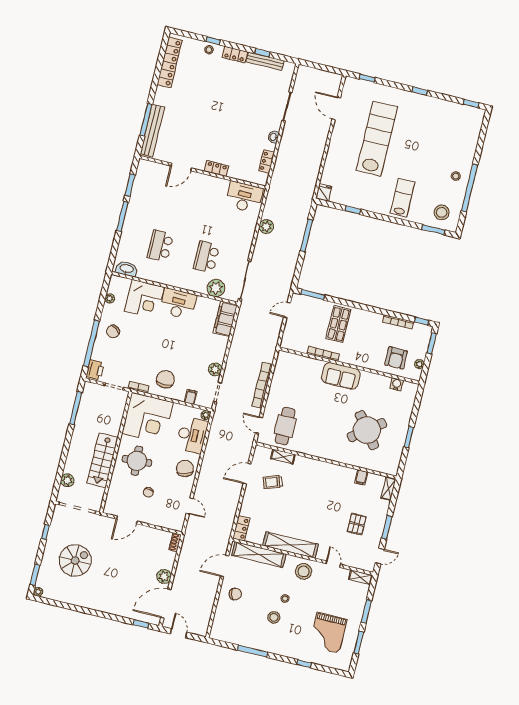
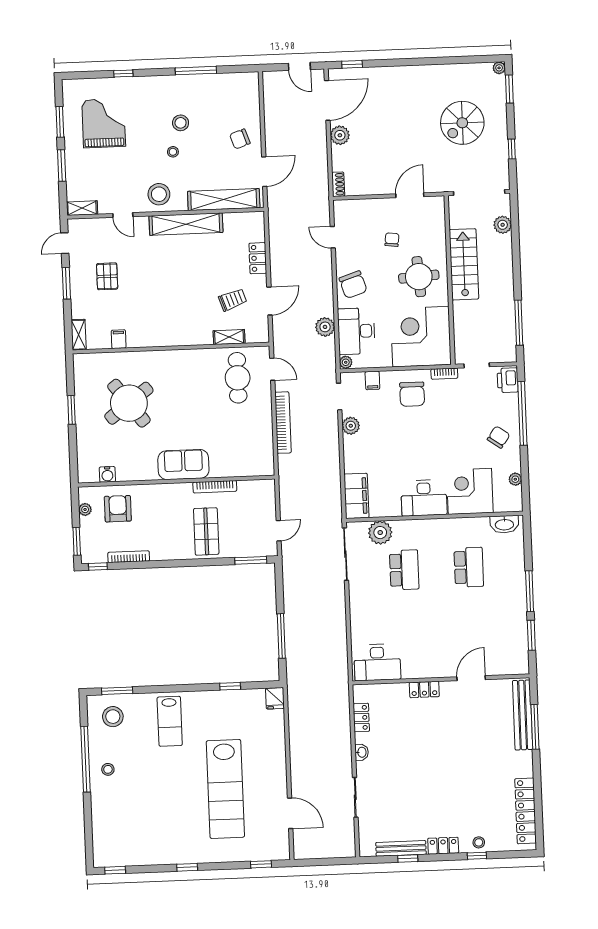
plant: (266, 227) -> (325, 327), moved
locker: (241, 528) -> (258, 258), moved

